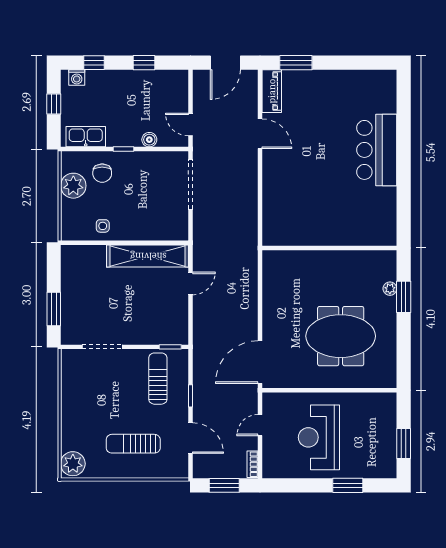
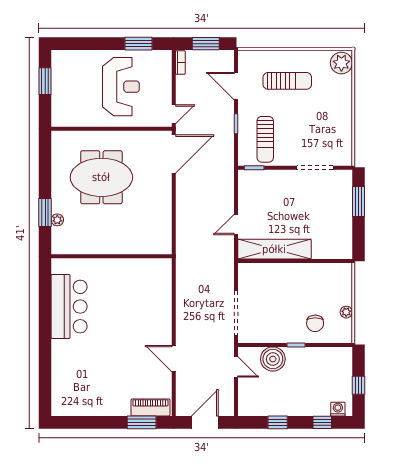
piano: (272, 91) -> (150, 407), moved, turned 90
kitchen sink: (86, 137) -> (330, 356), removed
boiler: (149, 140) -> (273, 359), width x1.86, depth x1.86
bar counter: (377, 150) -> (69, 307), moved
chair: (102, 173) -> (315, 323), turned 180
plant: (73, 186) -> (346, 312), width x0.53, depth x0.53
side table: (103, 226) -> (315, 276), removed
door: (260, 425) -> (174, 114), moved
window: (348, 485) -> (139, 44), moved

